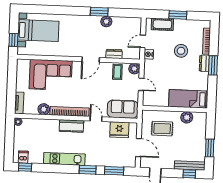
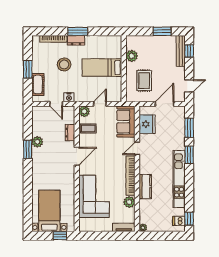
door: (91, 60) -> (77, 156), hinge flipped
bed: (188, 99) -> (102, 68), moved, turned 90
kitchen counter: (71, 126) -> (145, 187), moved
kitchen unit: (64, 159) -> (179, 179), width x1.36

